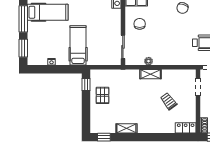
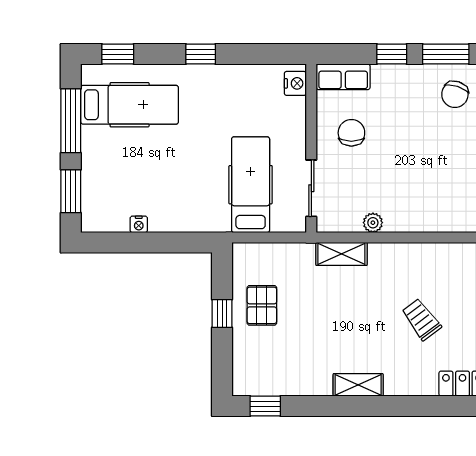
hospital bed: (78, 45) -> (251, 185), moved
shelving: (151, 74) -> (341, 254), moved
window: (86, 85) -> (222, 314), moved
shelving: (126, 128) -> (358, 385), moved

